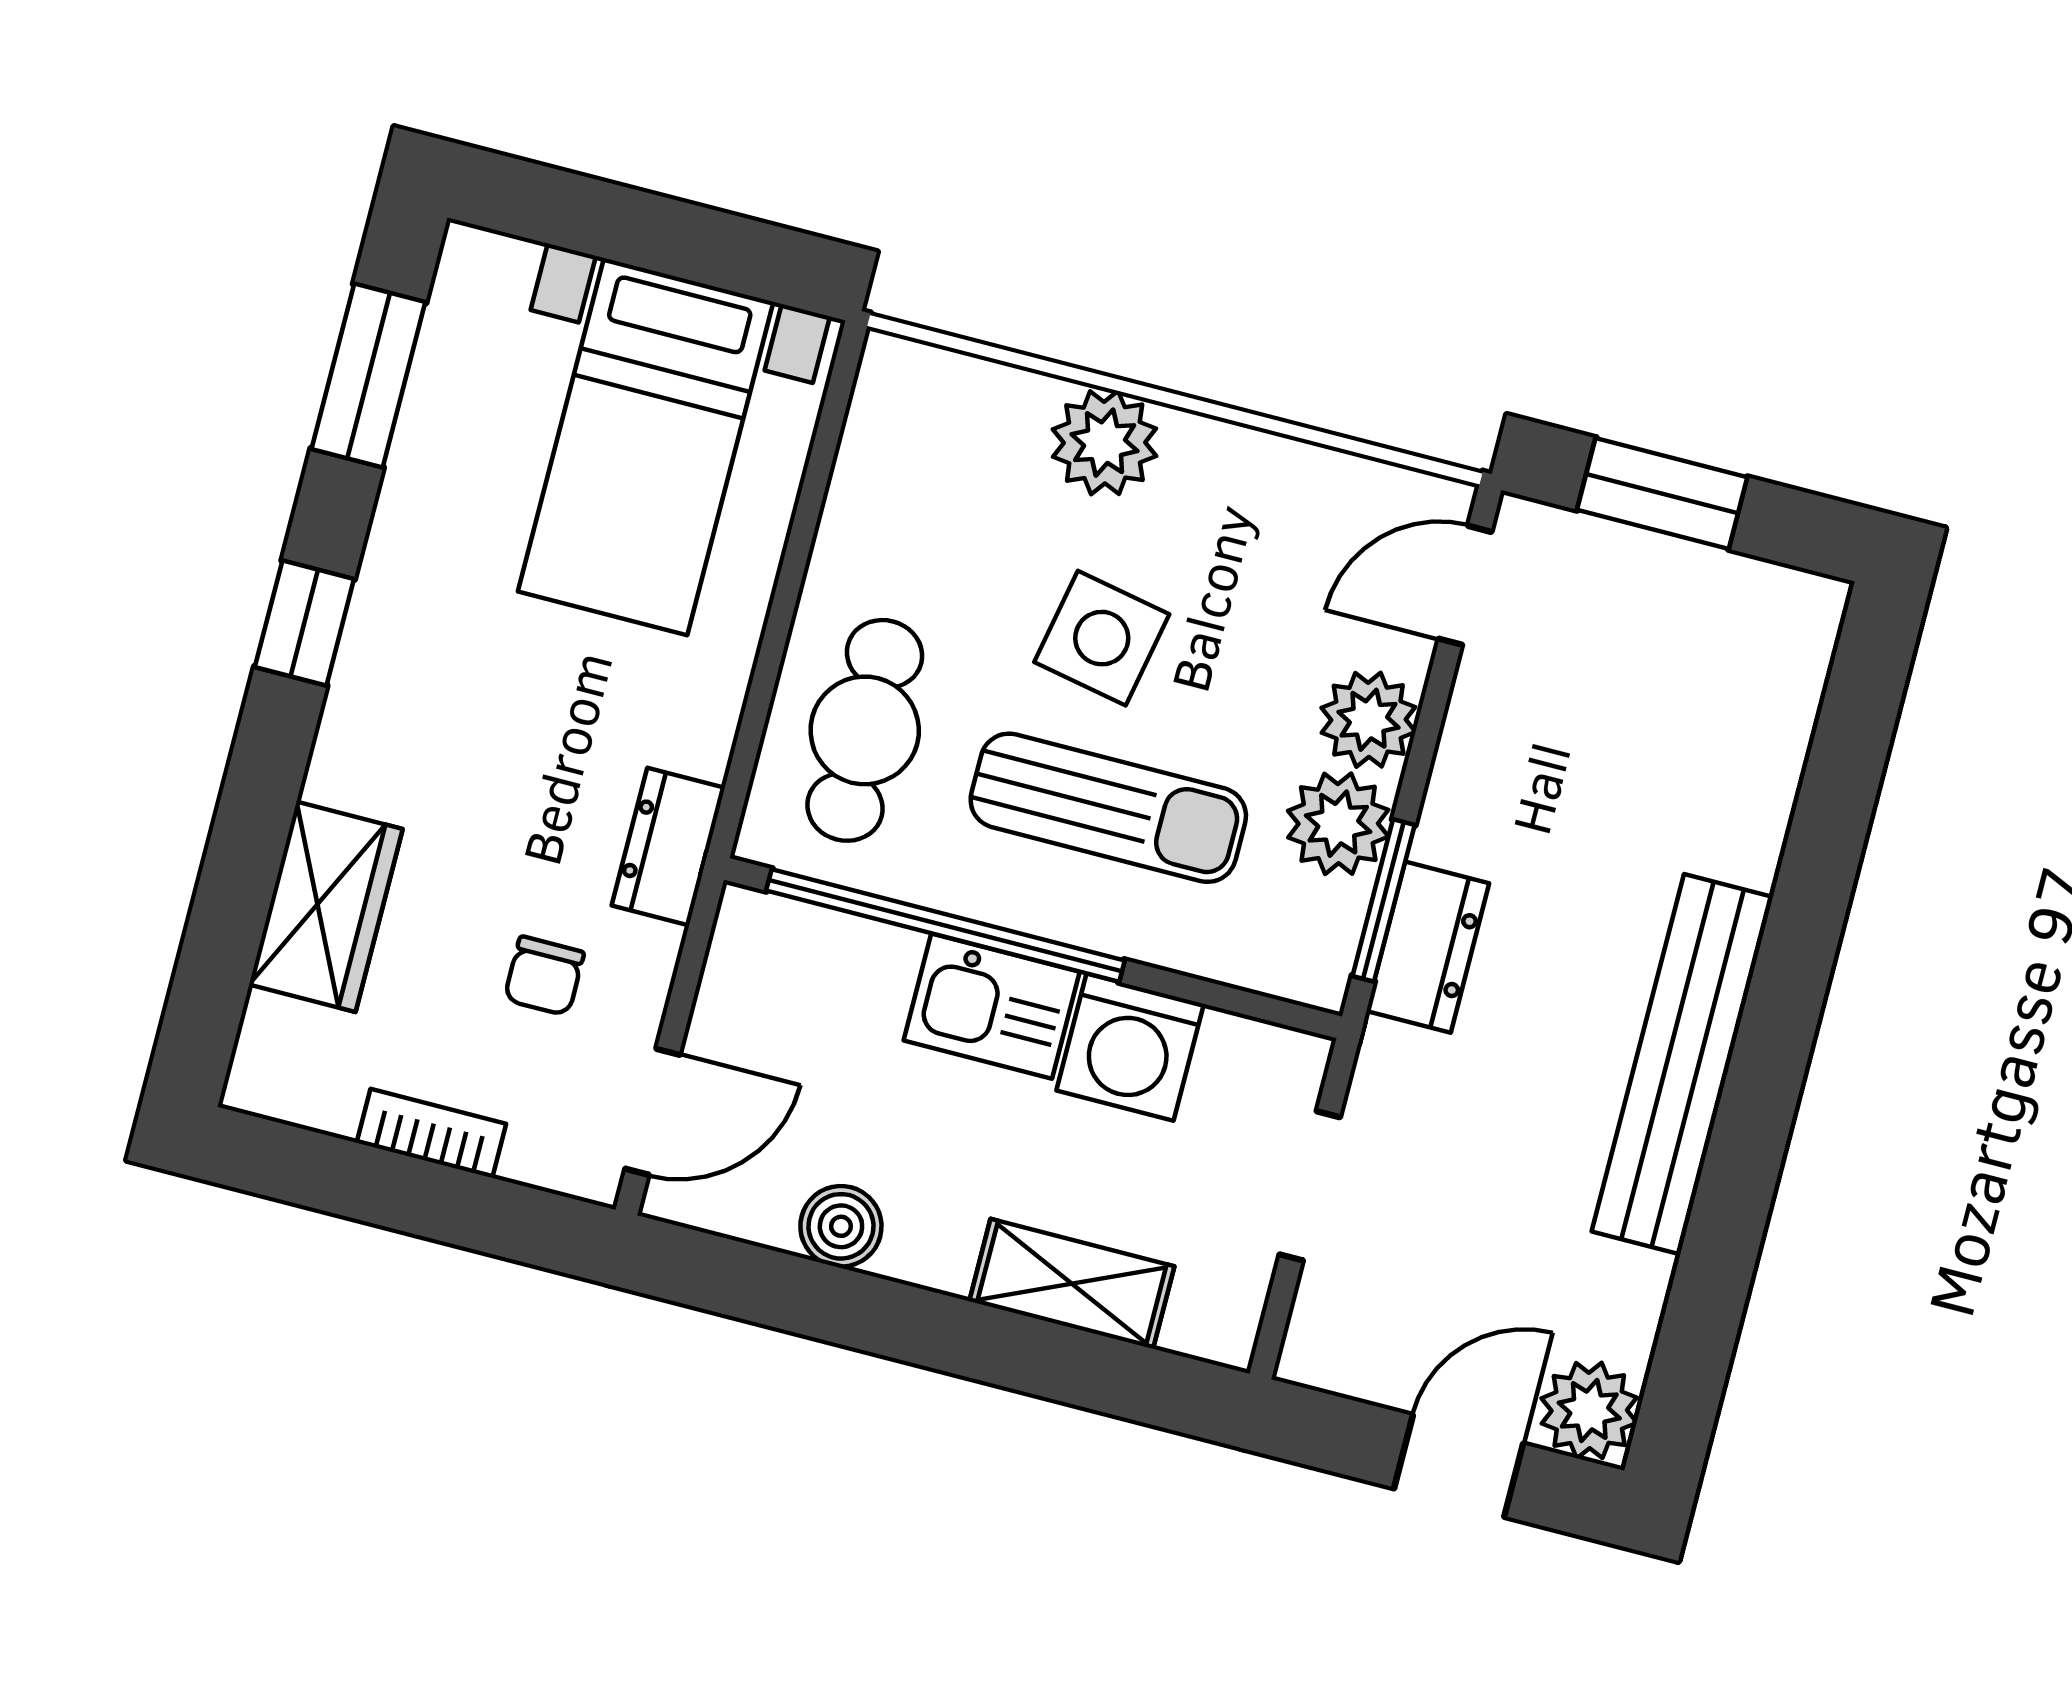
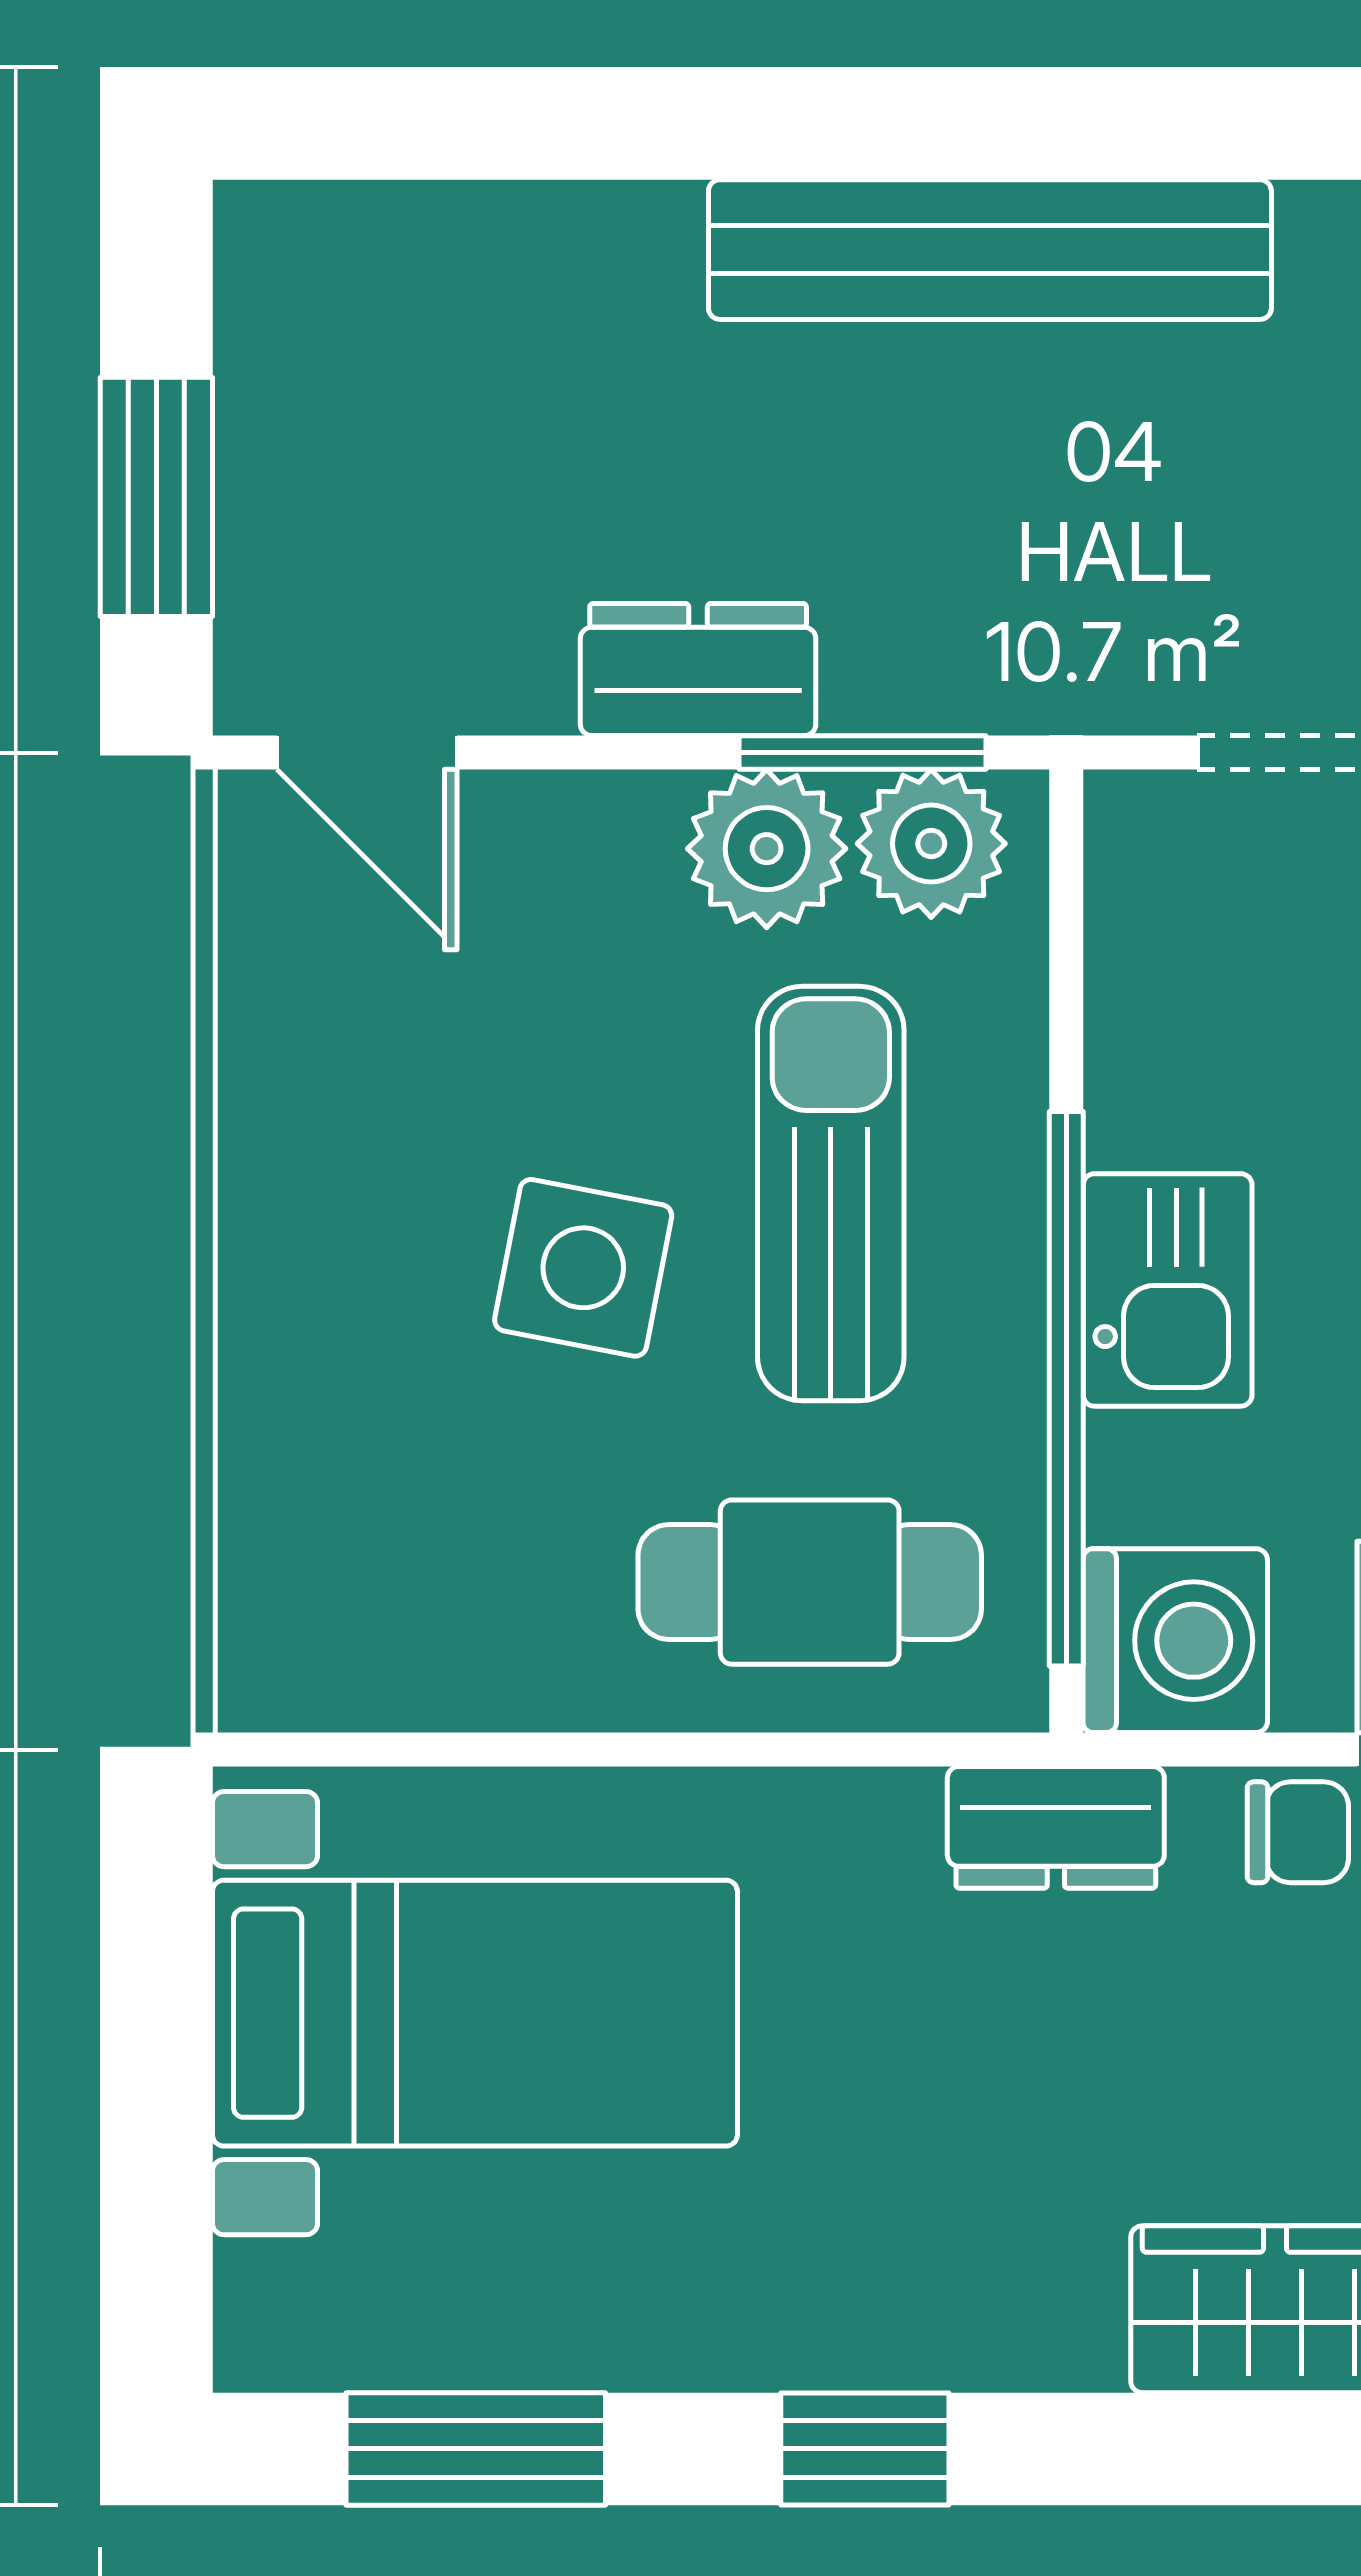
plant: (1105, 443) -> (294, 1338), removed
plant: (1369, 720) -> (931, 844), moved
dresser: (1428, 947) -> (698, 669), moved
chair: (544, 976) -> (1298, 1832), moved
washing machine: (1130, 1047) -> (1175, 1641), moved

